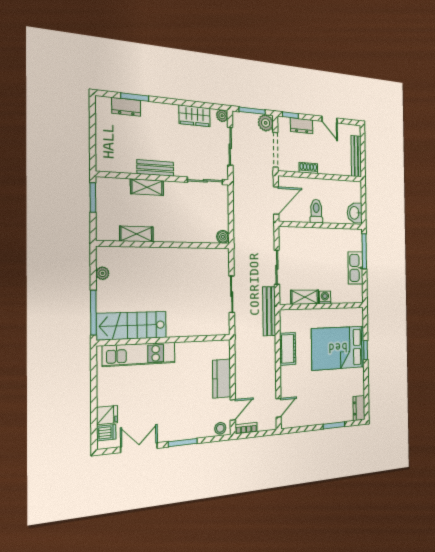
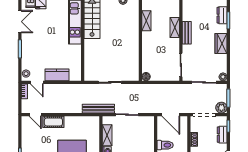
wardrobe: (195, 116) -> (221, 43), moved
cot: (288, 349) -> (53, 122), moved

